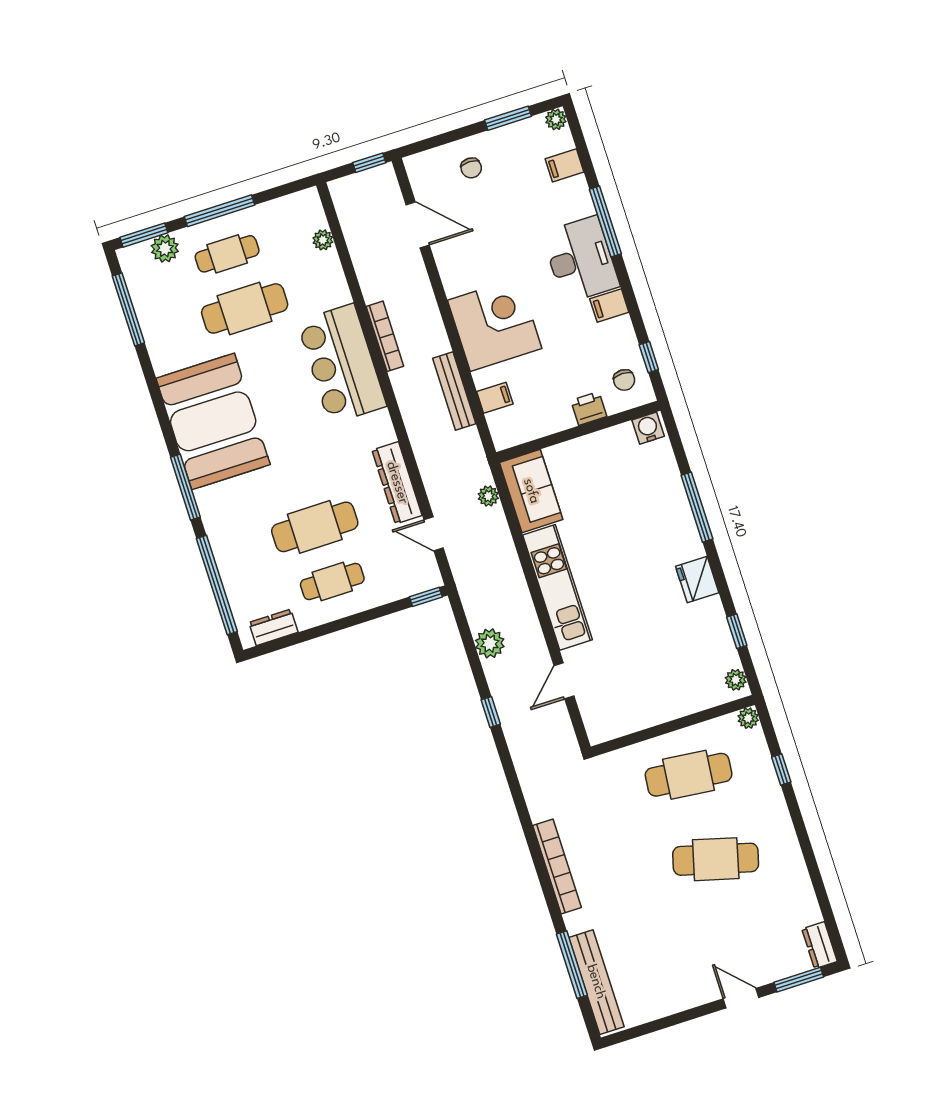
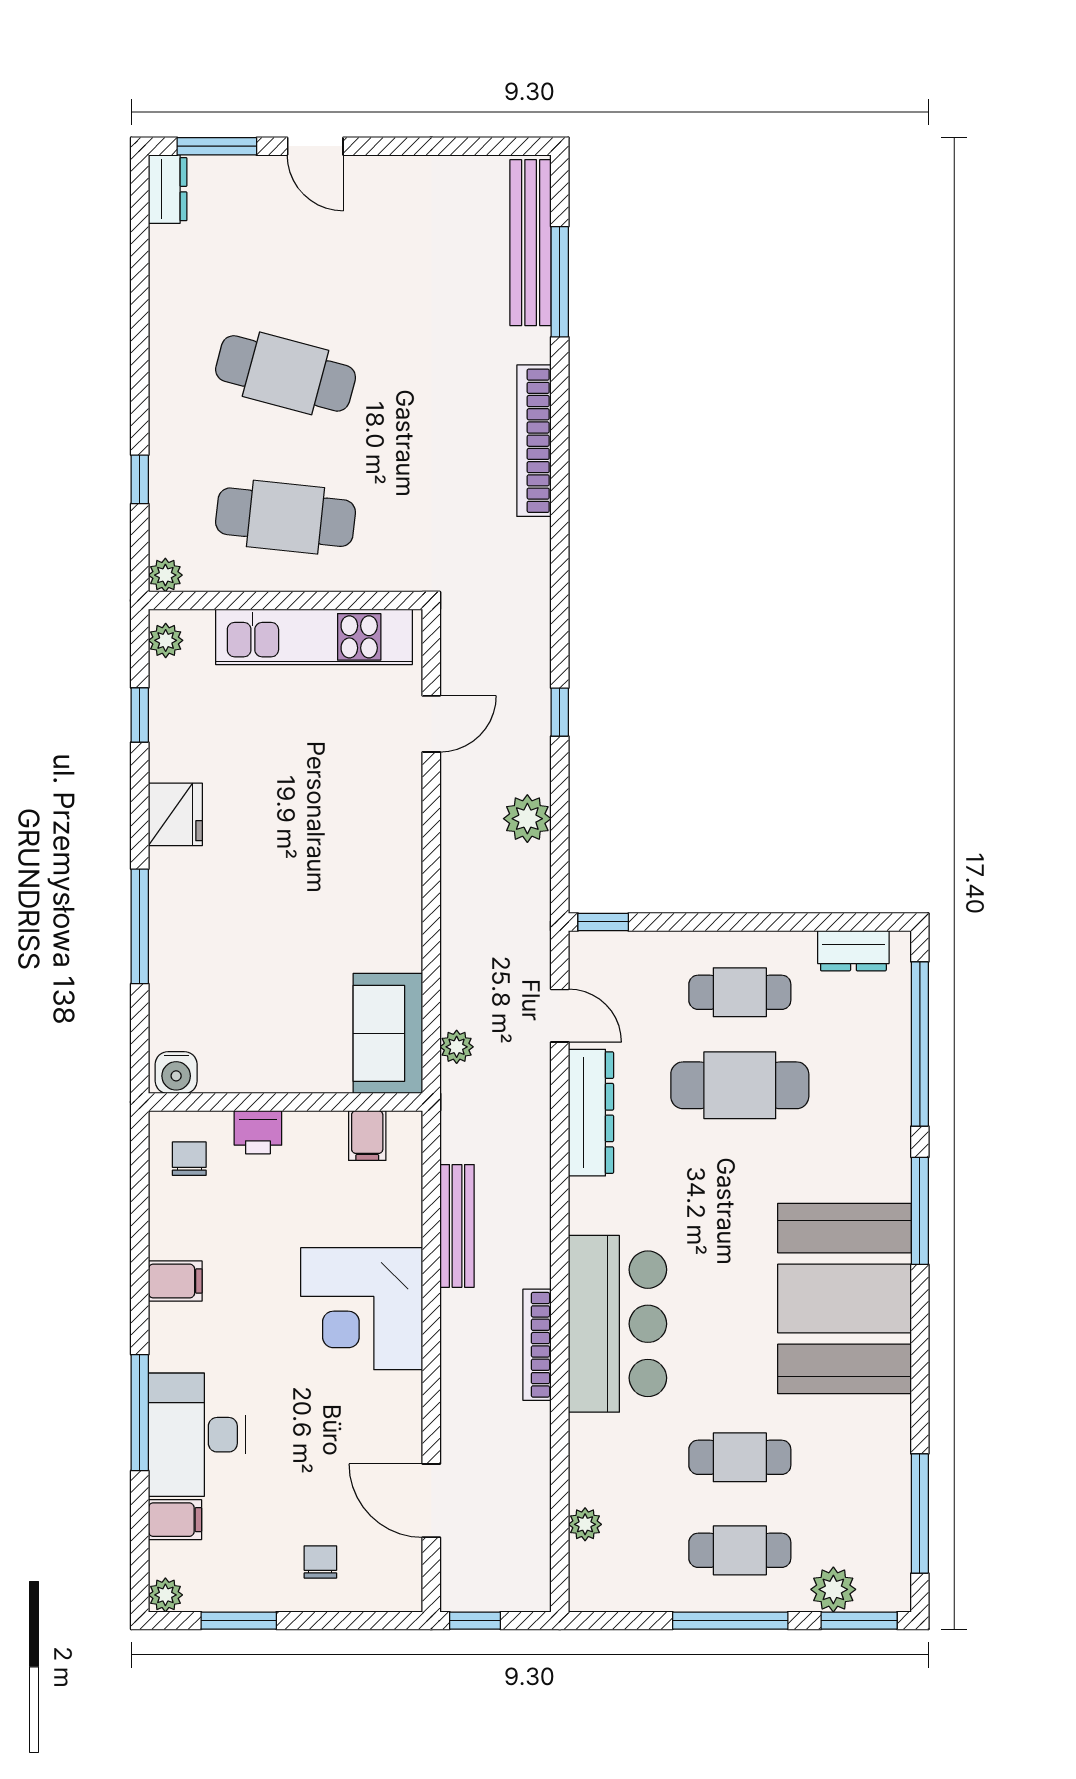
desk: (581, 260) -> (197, 1435), moved
cafe table: (245, 308) -> (740, 1457), width x0.73, depth x0.74
window: (649, 357) -> (140, 1182), removed
filing cabinet: (495, 398) -> (367, 1136), moved, turned -90
kitchen unit: (557, 587) -> (314, 637), moved, turned -90

